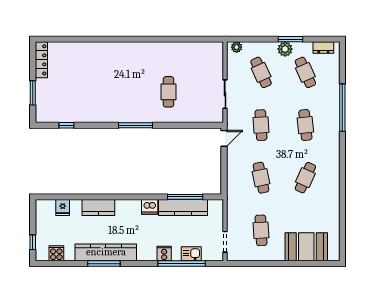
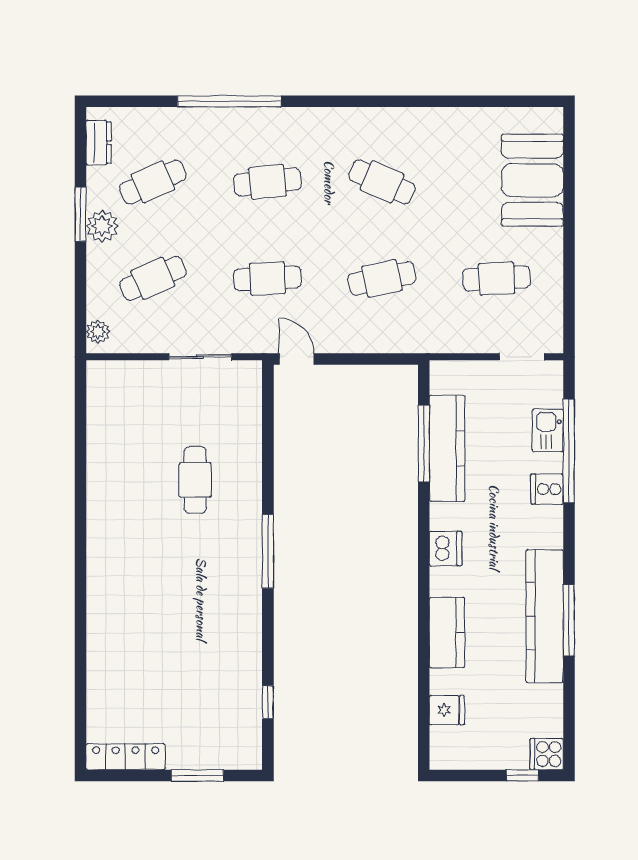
cafe table: (168, 92) -> (195, 480), turned 90
dishwasher: (150, 207) -> (446, 549), moved
cooker: (56, 253) -> (547, 754), moved

